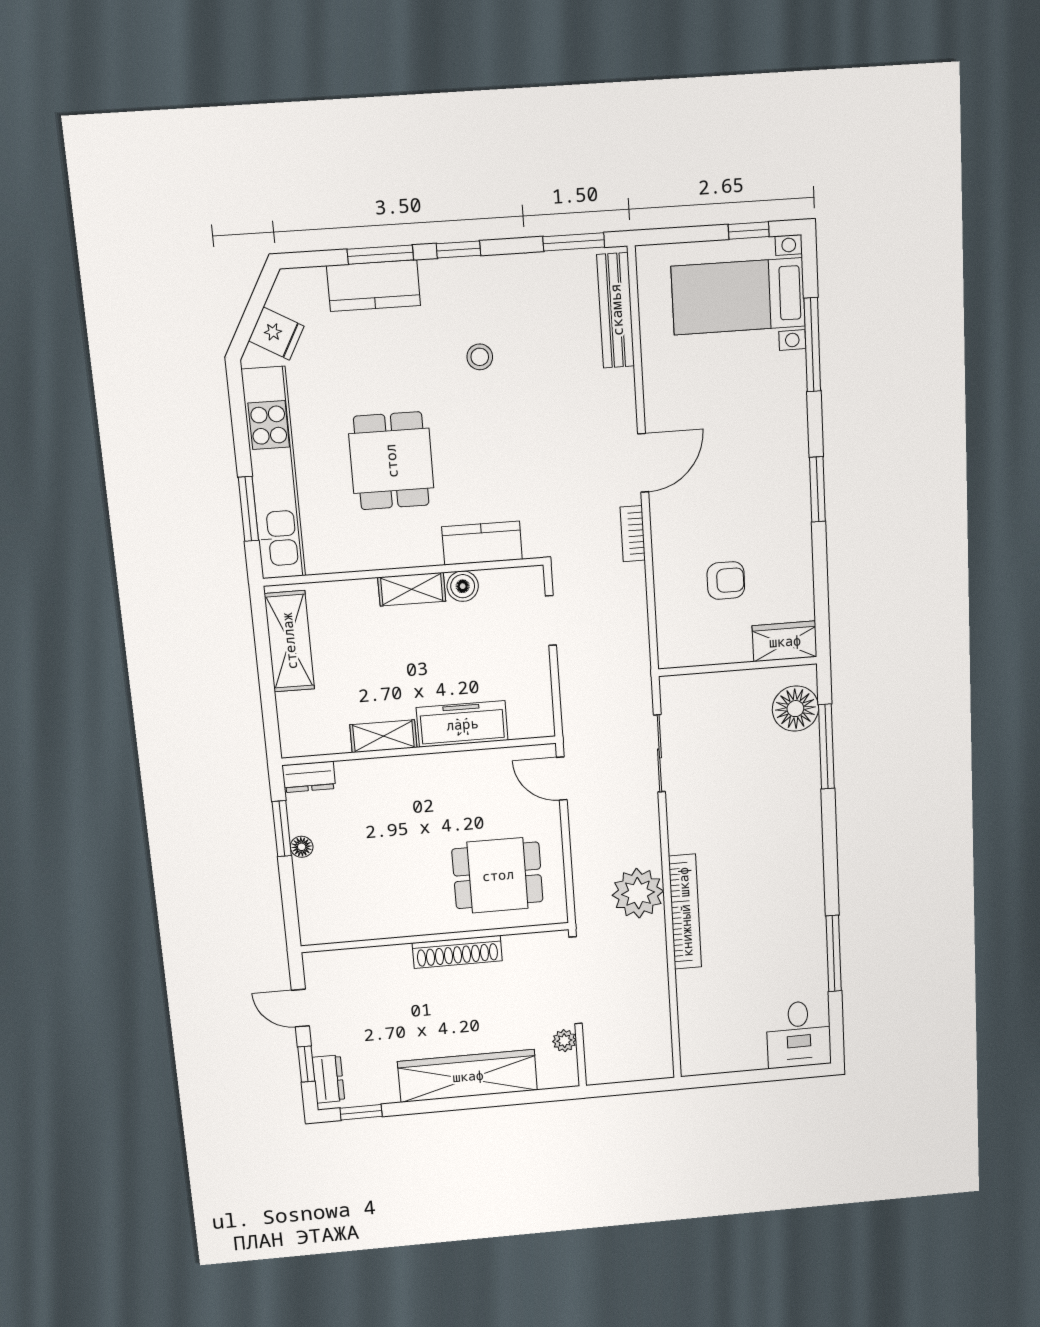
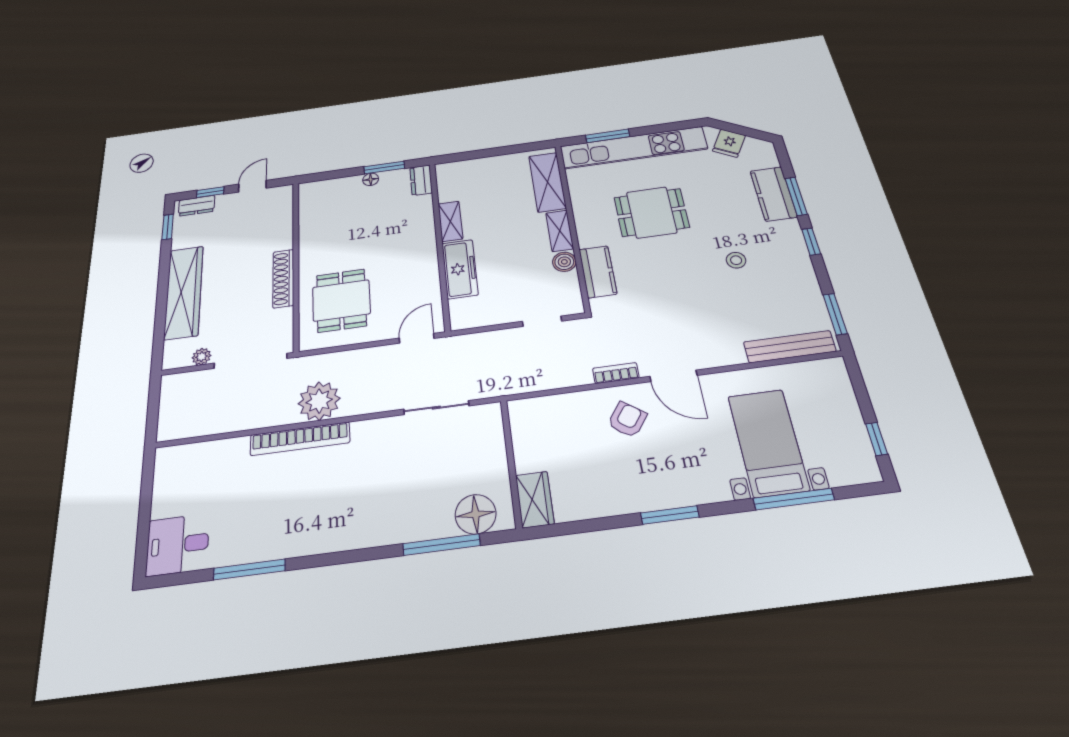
bed with nightstands: (738, 296) -> (768, 443), moved
armchair: (726, 580) -> (627, 420), moved, turned -144
shelving: (289, 641) -> (547, 182), moved, turned 90

